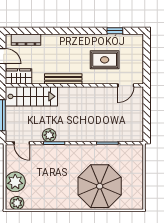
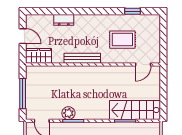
dresser: (26, 40) -> (64, 20), moved, width x0.70
stairs: (31, 96) -> (135, 110), moved, turned 180

